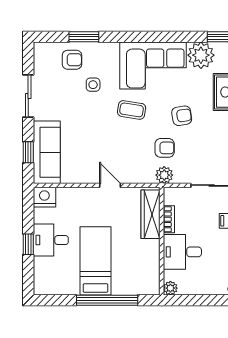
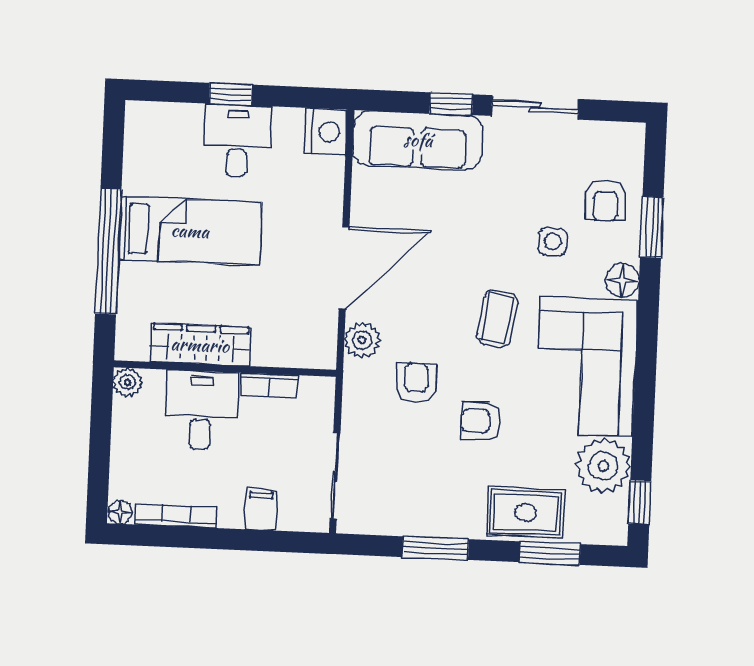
floor lamp: (110, 50) -> (622, 280), added
armchair: (182, 116) -> (481, 421), turned 99
armchair: (165, 148) -> (416, 383), turned 180
window: (28, 152) -> (451, 104), moved
plant: (164, 175) -> (362, 340), moved
door: (110, 185) -> (344, 268), width x1.88
wardrobe: (151, 214) -> (200, 345), moved

